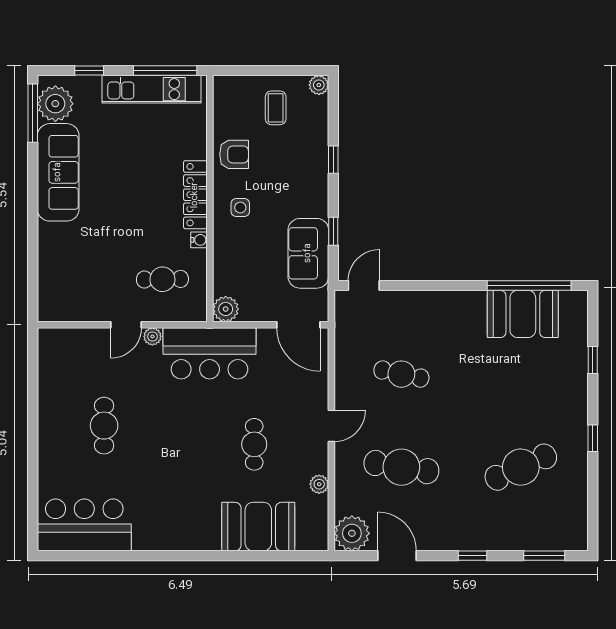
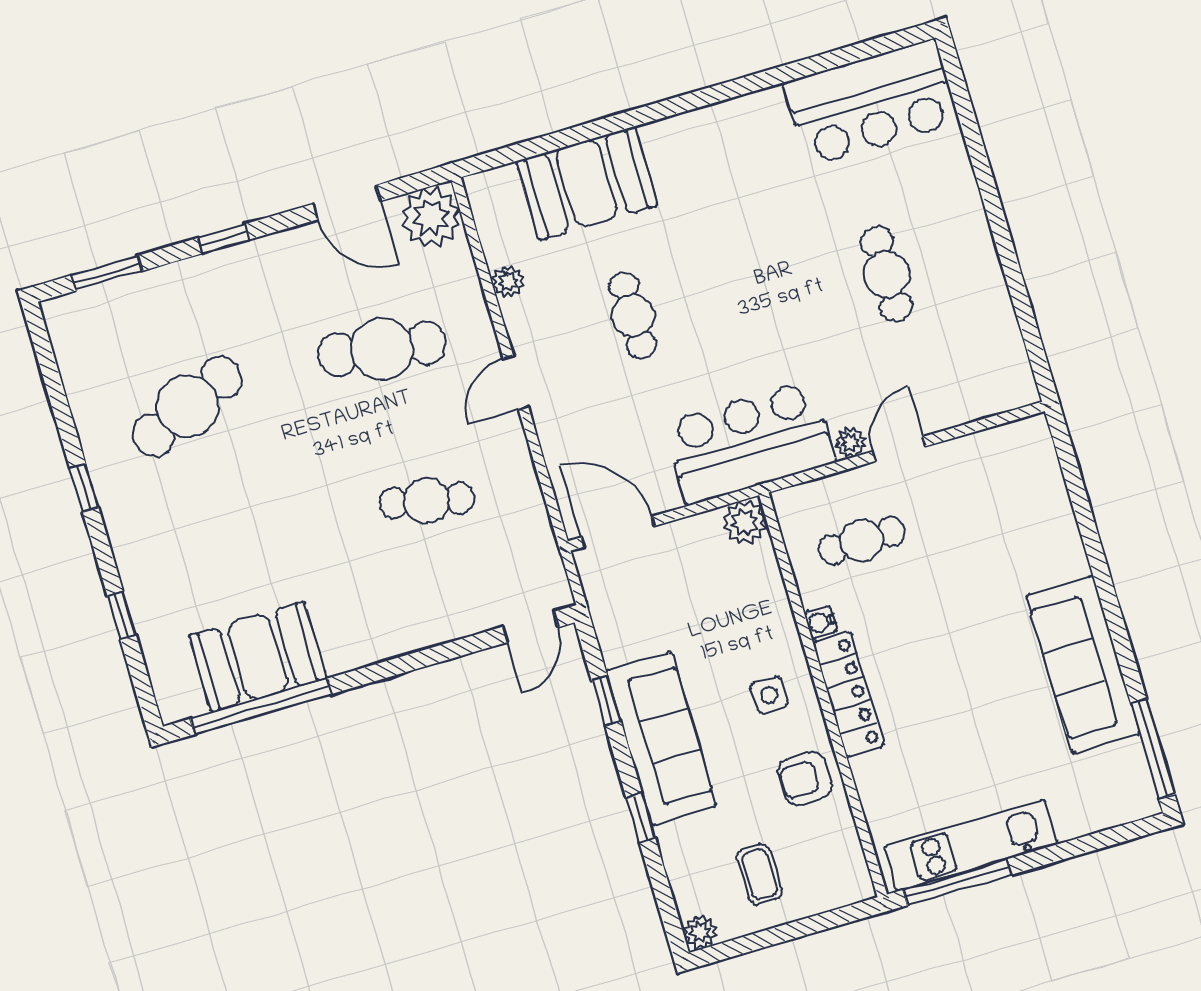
window: (89, 70) -> (1081, 846), removed
plant: (55, 104) -> (1120, 775), removed
sofa: (308, 253) -> (661, 738), moved, width x1.36

